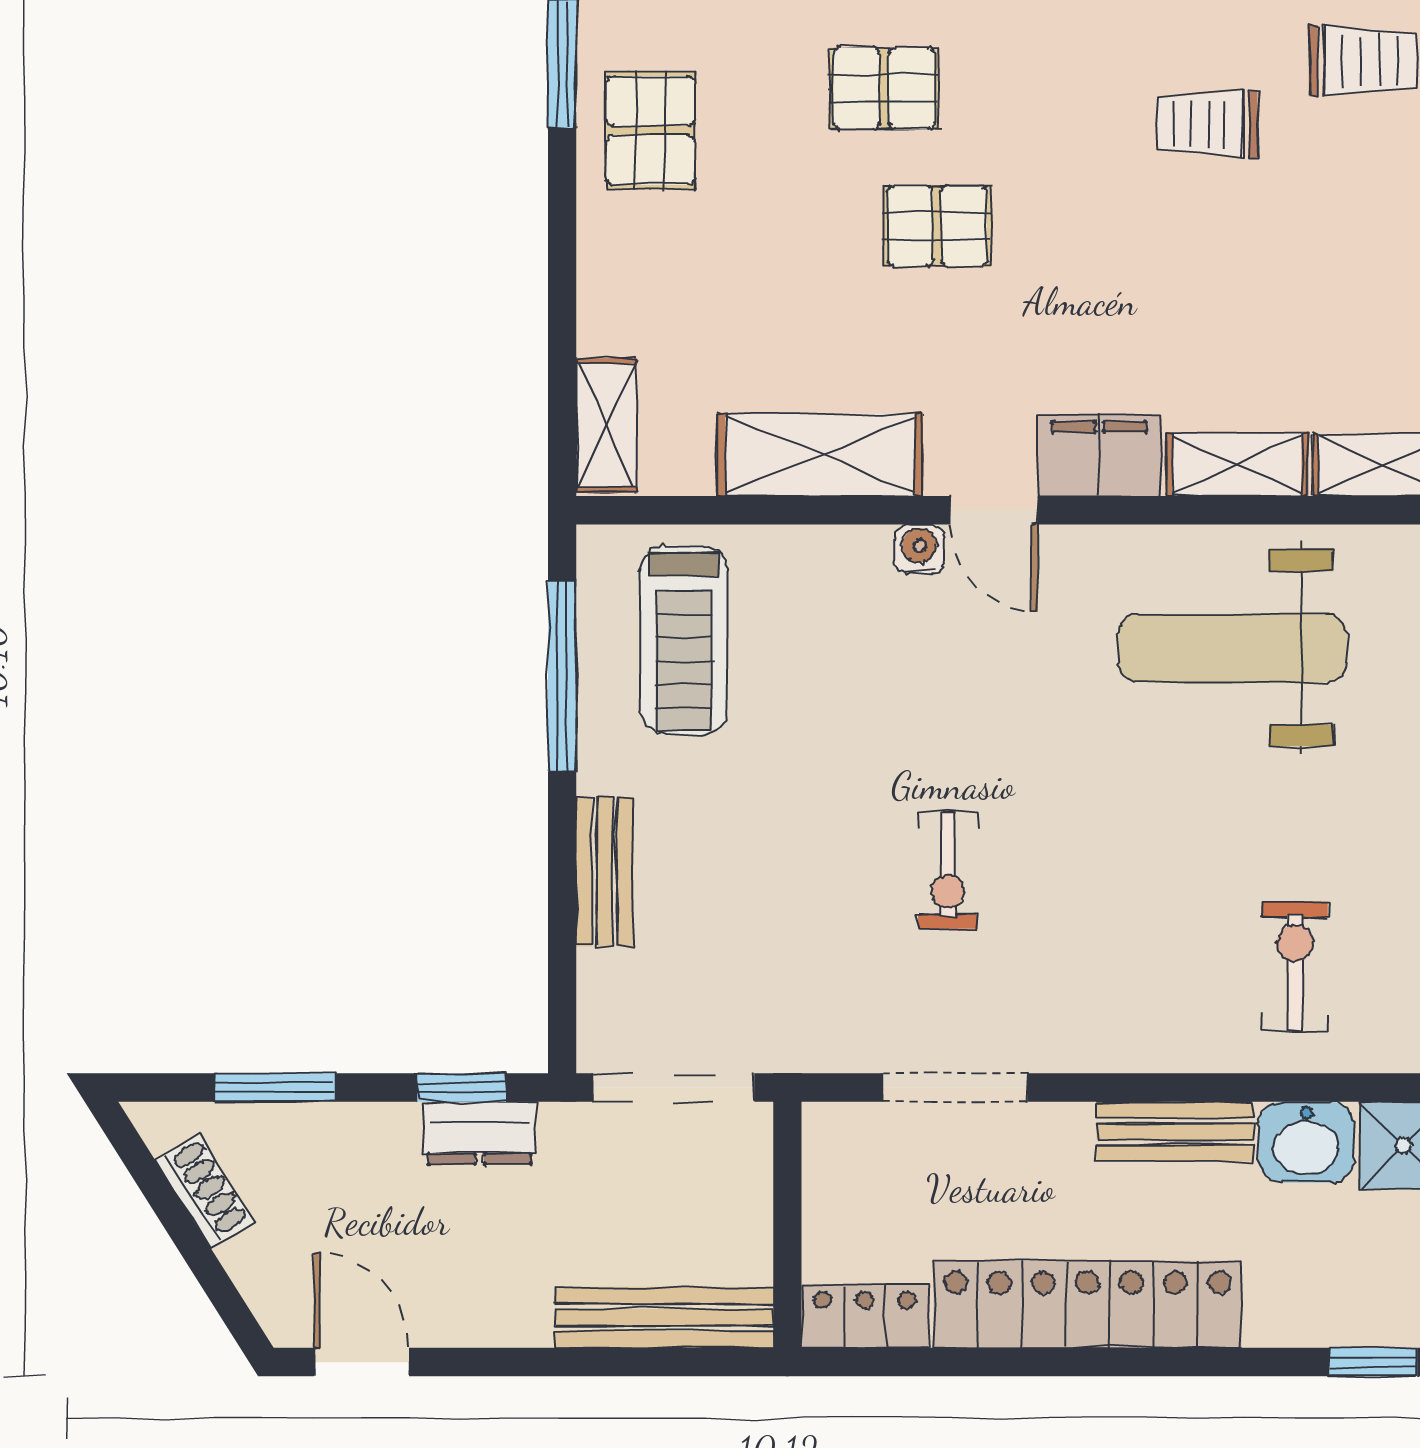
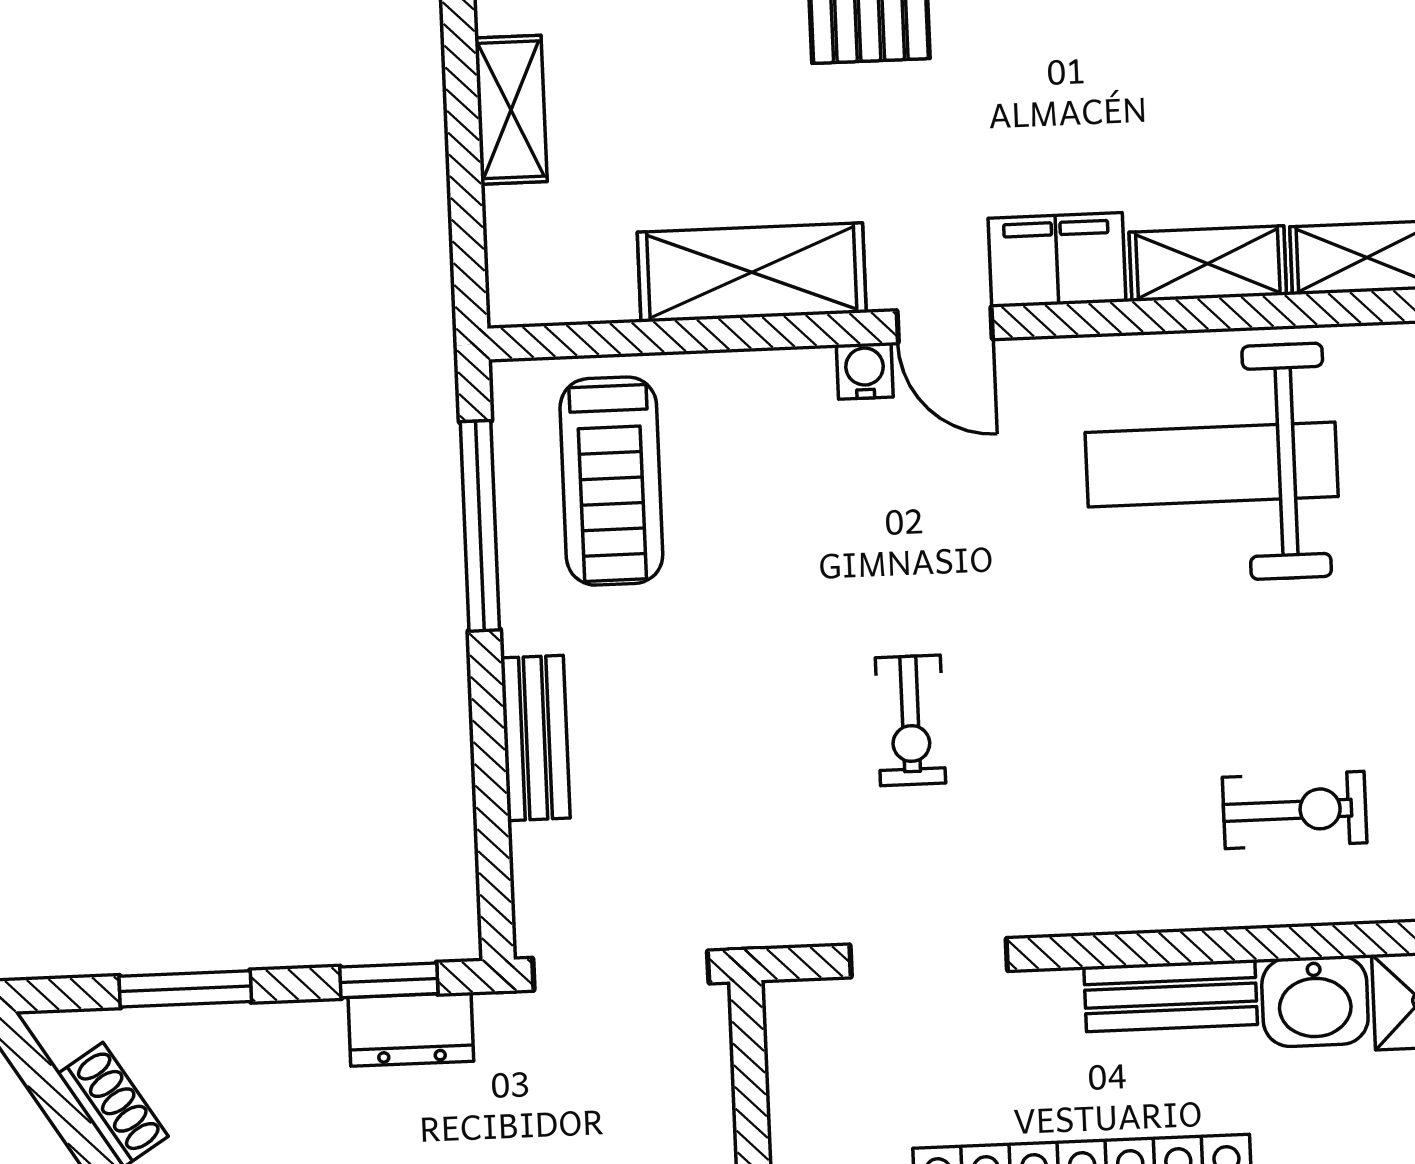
shelving: (606, 425) -> (511, 110), moved
exercise bike: (1295, 967) -> (1295, 810), turned 90

